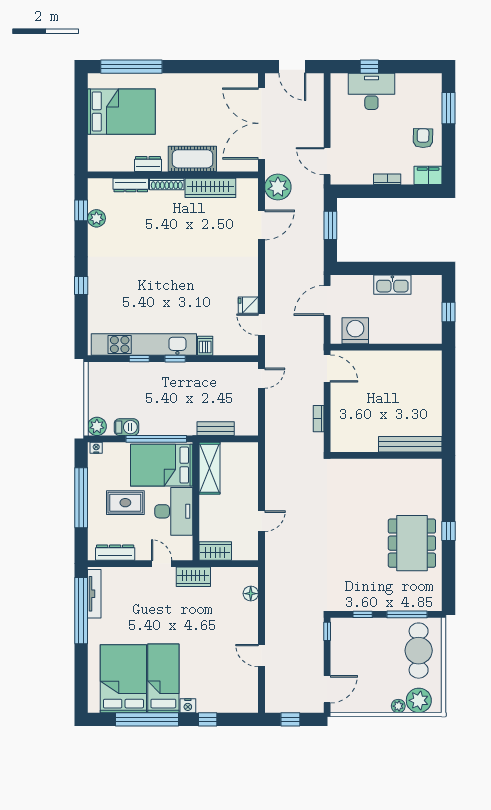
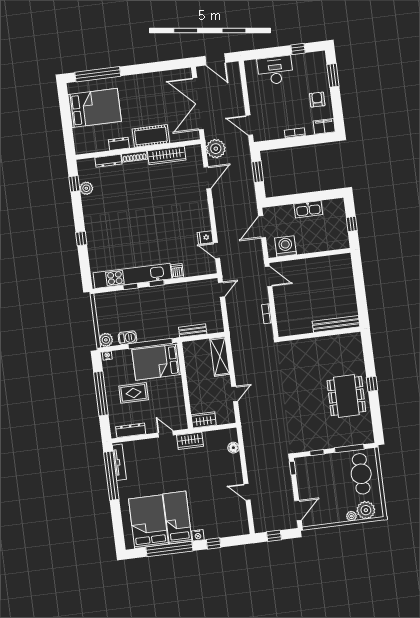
window: (369, 67) -> (298, 49), moved
shelving: (210, 468) -> (220, 356), moved
desk: (174, 511) -> (170, 395), removed

